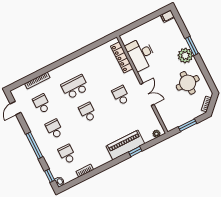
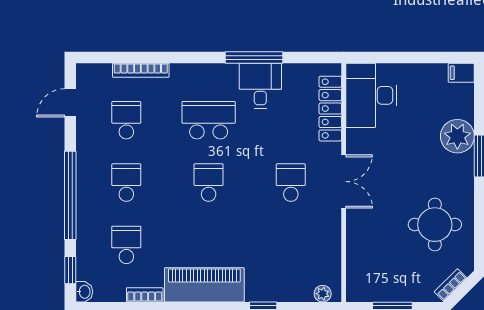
window: (80, 52) -> (254, 57), added
desk: (141, 54) -> (371, 95), moved
plant: (185, 56) -> (457, 136), moved
desk: (89, 62) -> (260, 86), added
double door: (147, 94) -> (344, 181), moved
piano: (125, 145) -> (204, 285), moved
window: (34, 146) -> (70, 195), width x1.46

